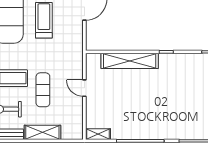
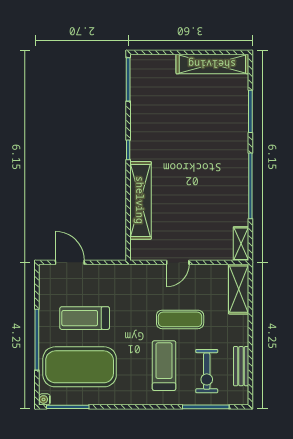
shelving: (42, 132) -> (239, 289), moved

